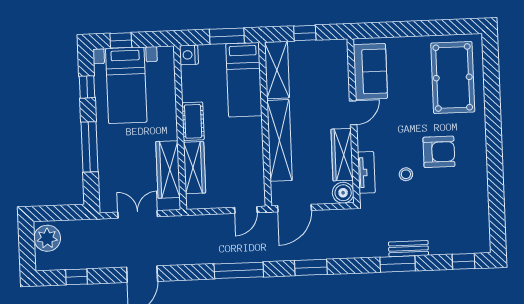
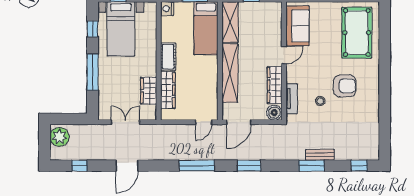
wardrobe: (168, 169) -> (149, 91), width x0.67

